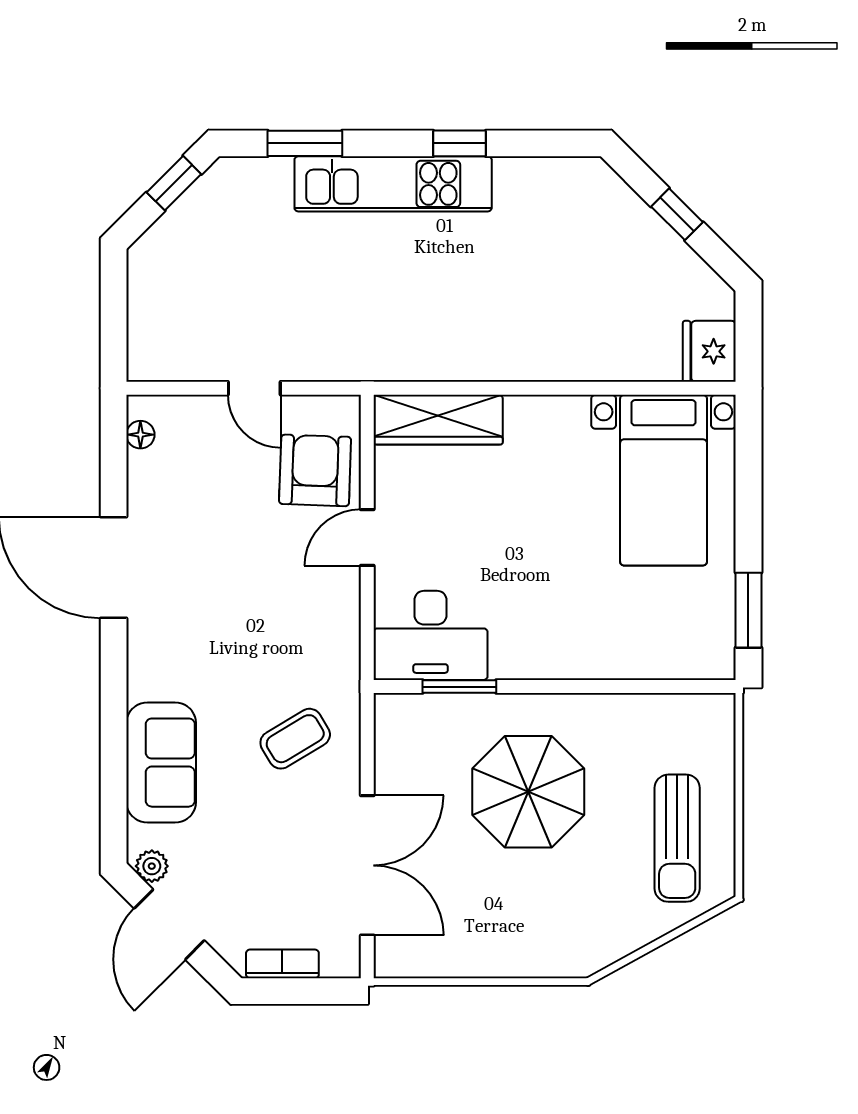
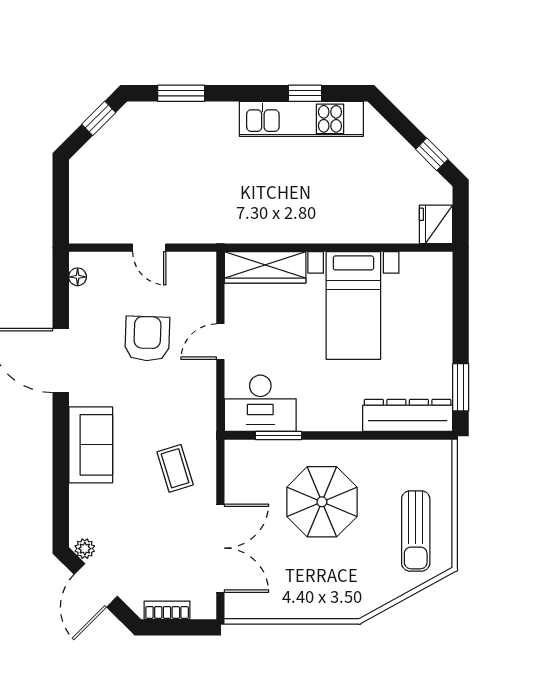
window: (459, 143) -> (305, 93), moved
kitchen unit: (393, 184) -> (301, 119), moved
window: (677, 214) -> (432, 154), moved
armchair: (315, 470) -> (147, 339), moved
bed with nightstands: (664, 480) -> (353, 305), moved
dresser: (664, 655) -> (408, 415), added
coffee table: (295, 739) -> (175, 468), turned -76
sofa: (161, 763) -> (91, 445), moved

